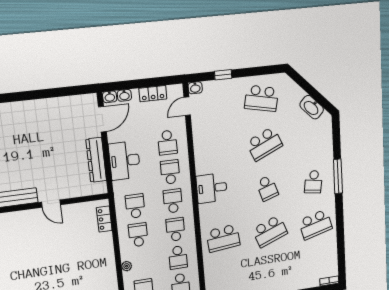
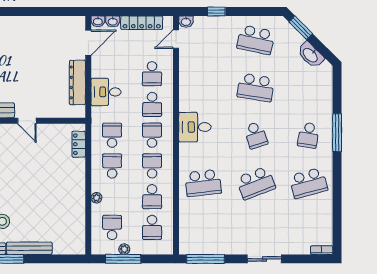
window: (302, 82) -> (301, 28), added
locker: (153, 94) -> (142, 23), width x1.53
school desk: (264, 144) -> (256, 87), turned 33
desk: (125, 161) -> (106, 92), width x0.73
school desk: (170, 172) -> (152, 104), turned 180

